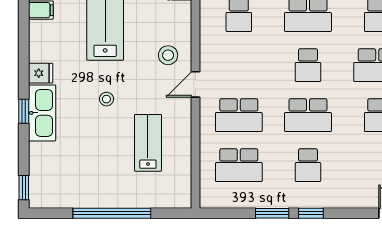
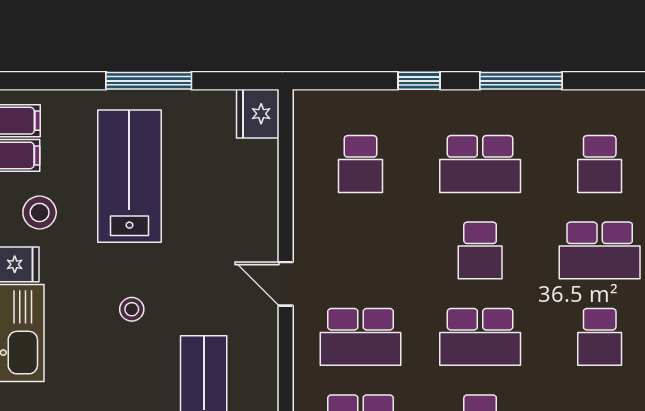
stool: (168, 55) -> (40, 213), moved
door: (195, 84) -> (286, 284), hinge flipped

